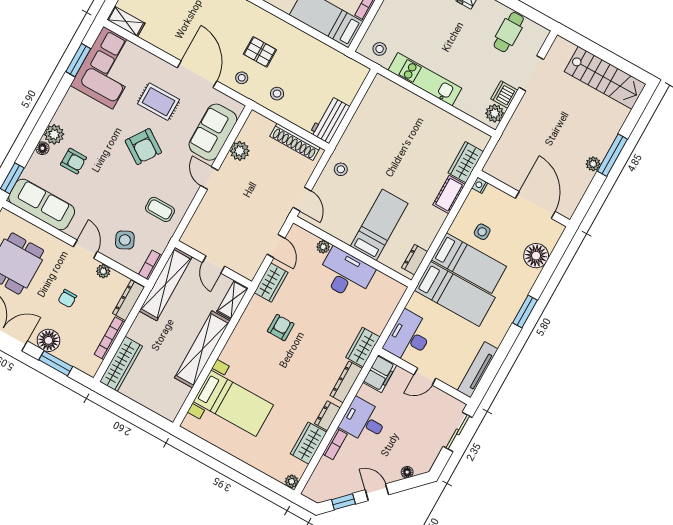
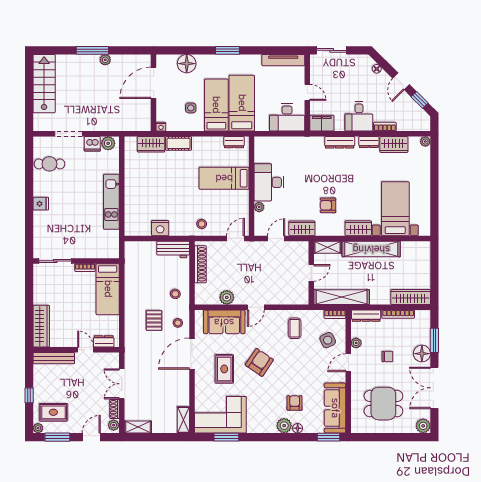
stool: (380, 49) -> (108, 243), removed
nightstand: (363, 119) -> (160, 228), added
wardrobe: (363, 347) -> (358, 228), moved, turned 180

